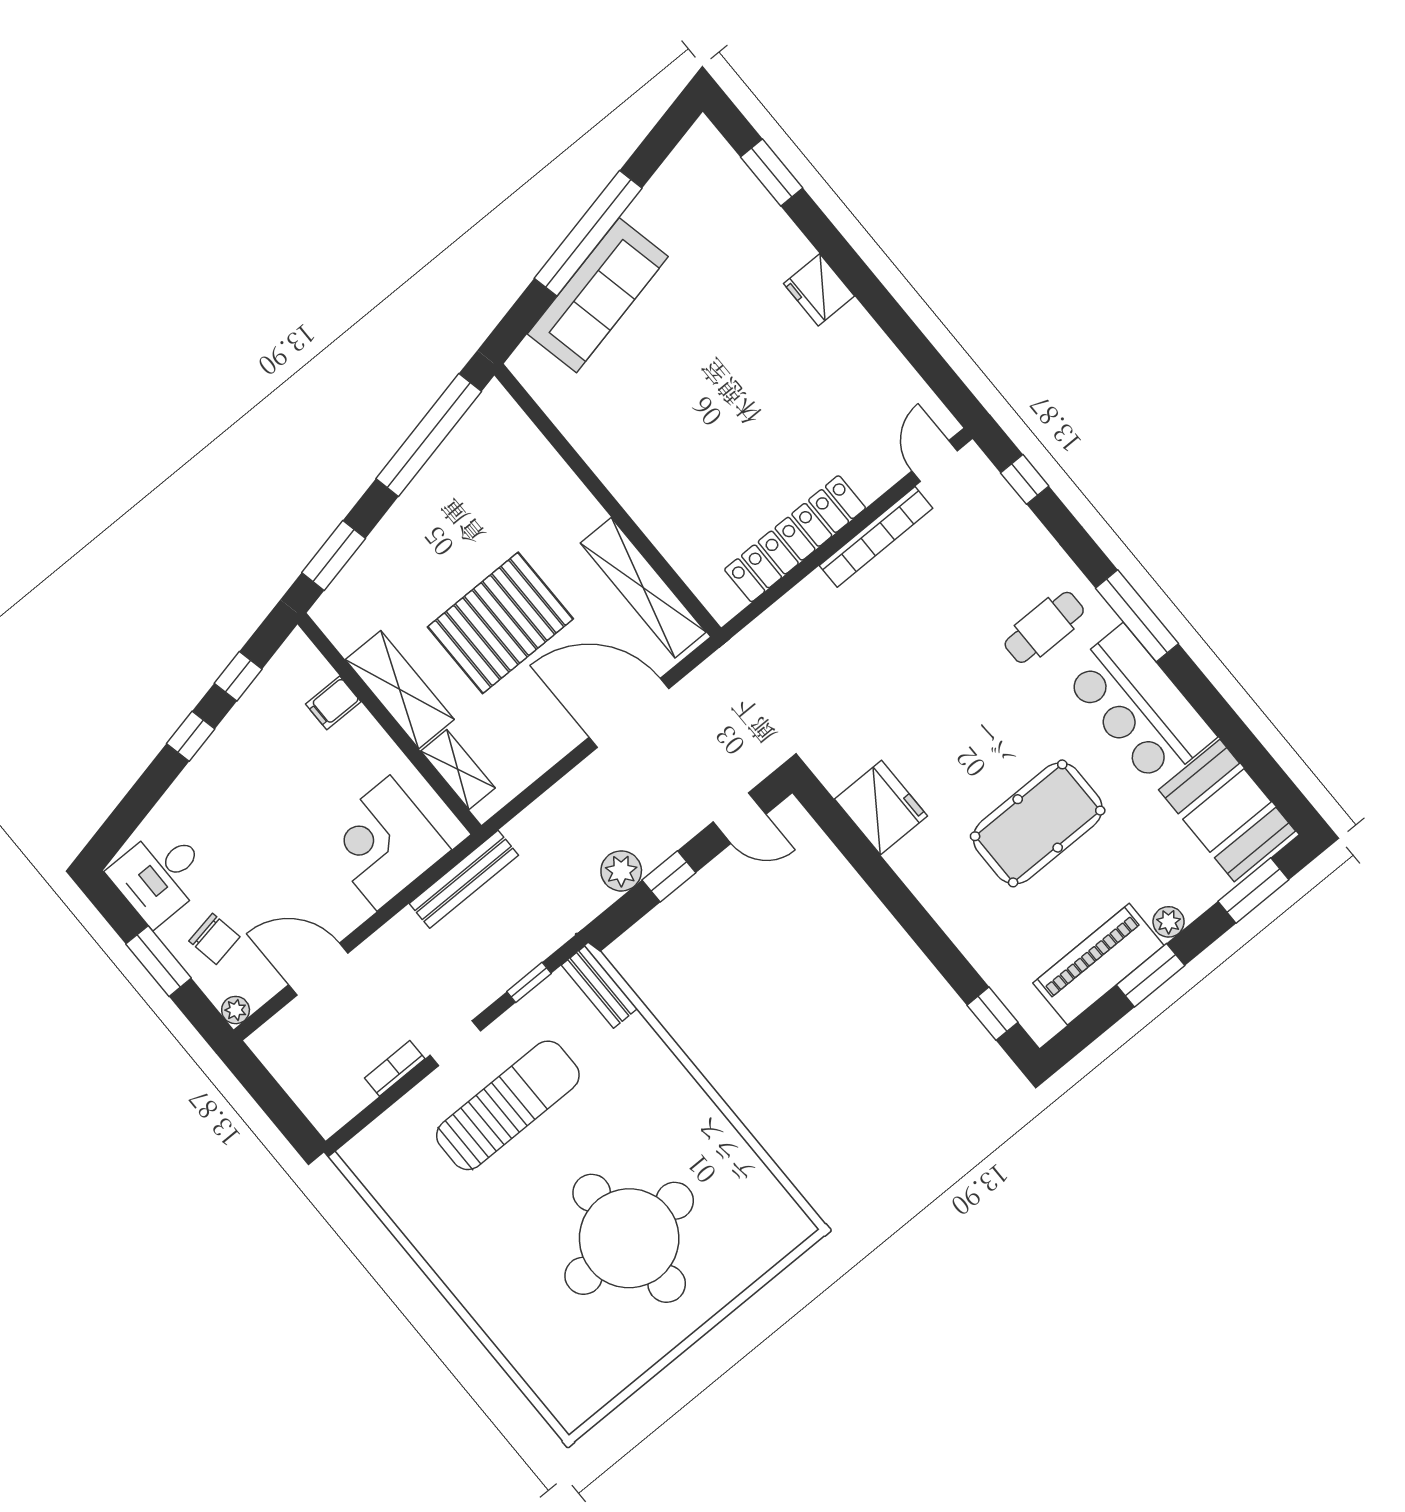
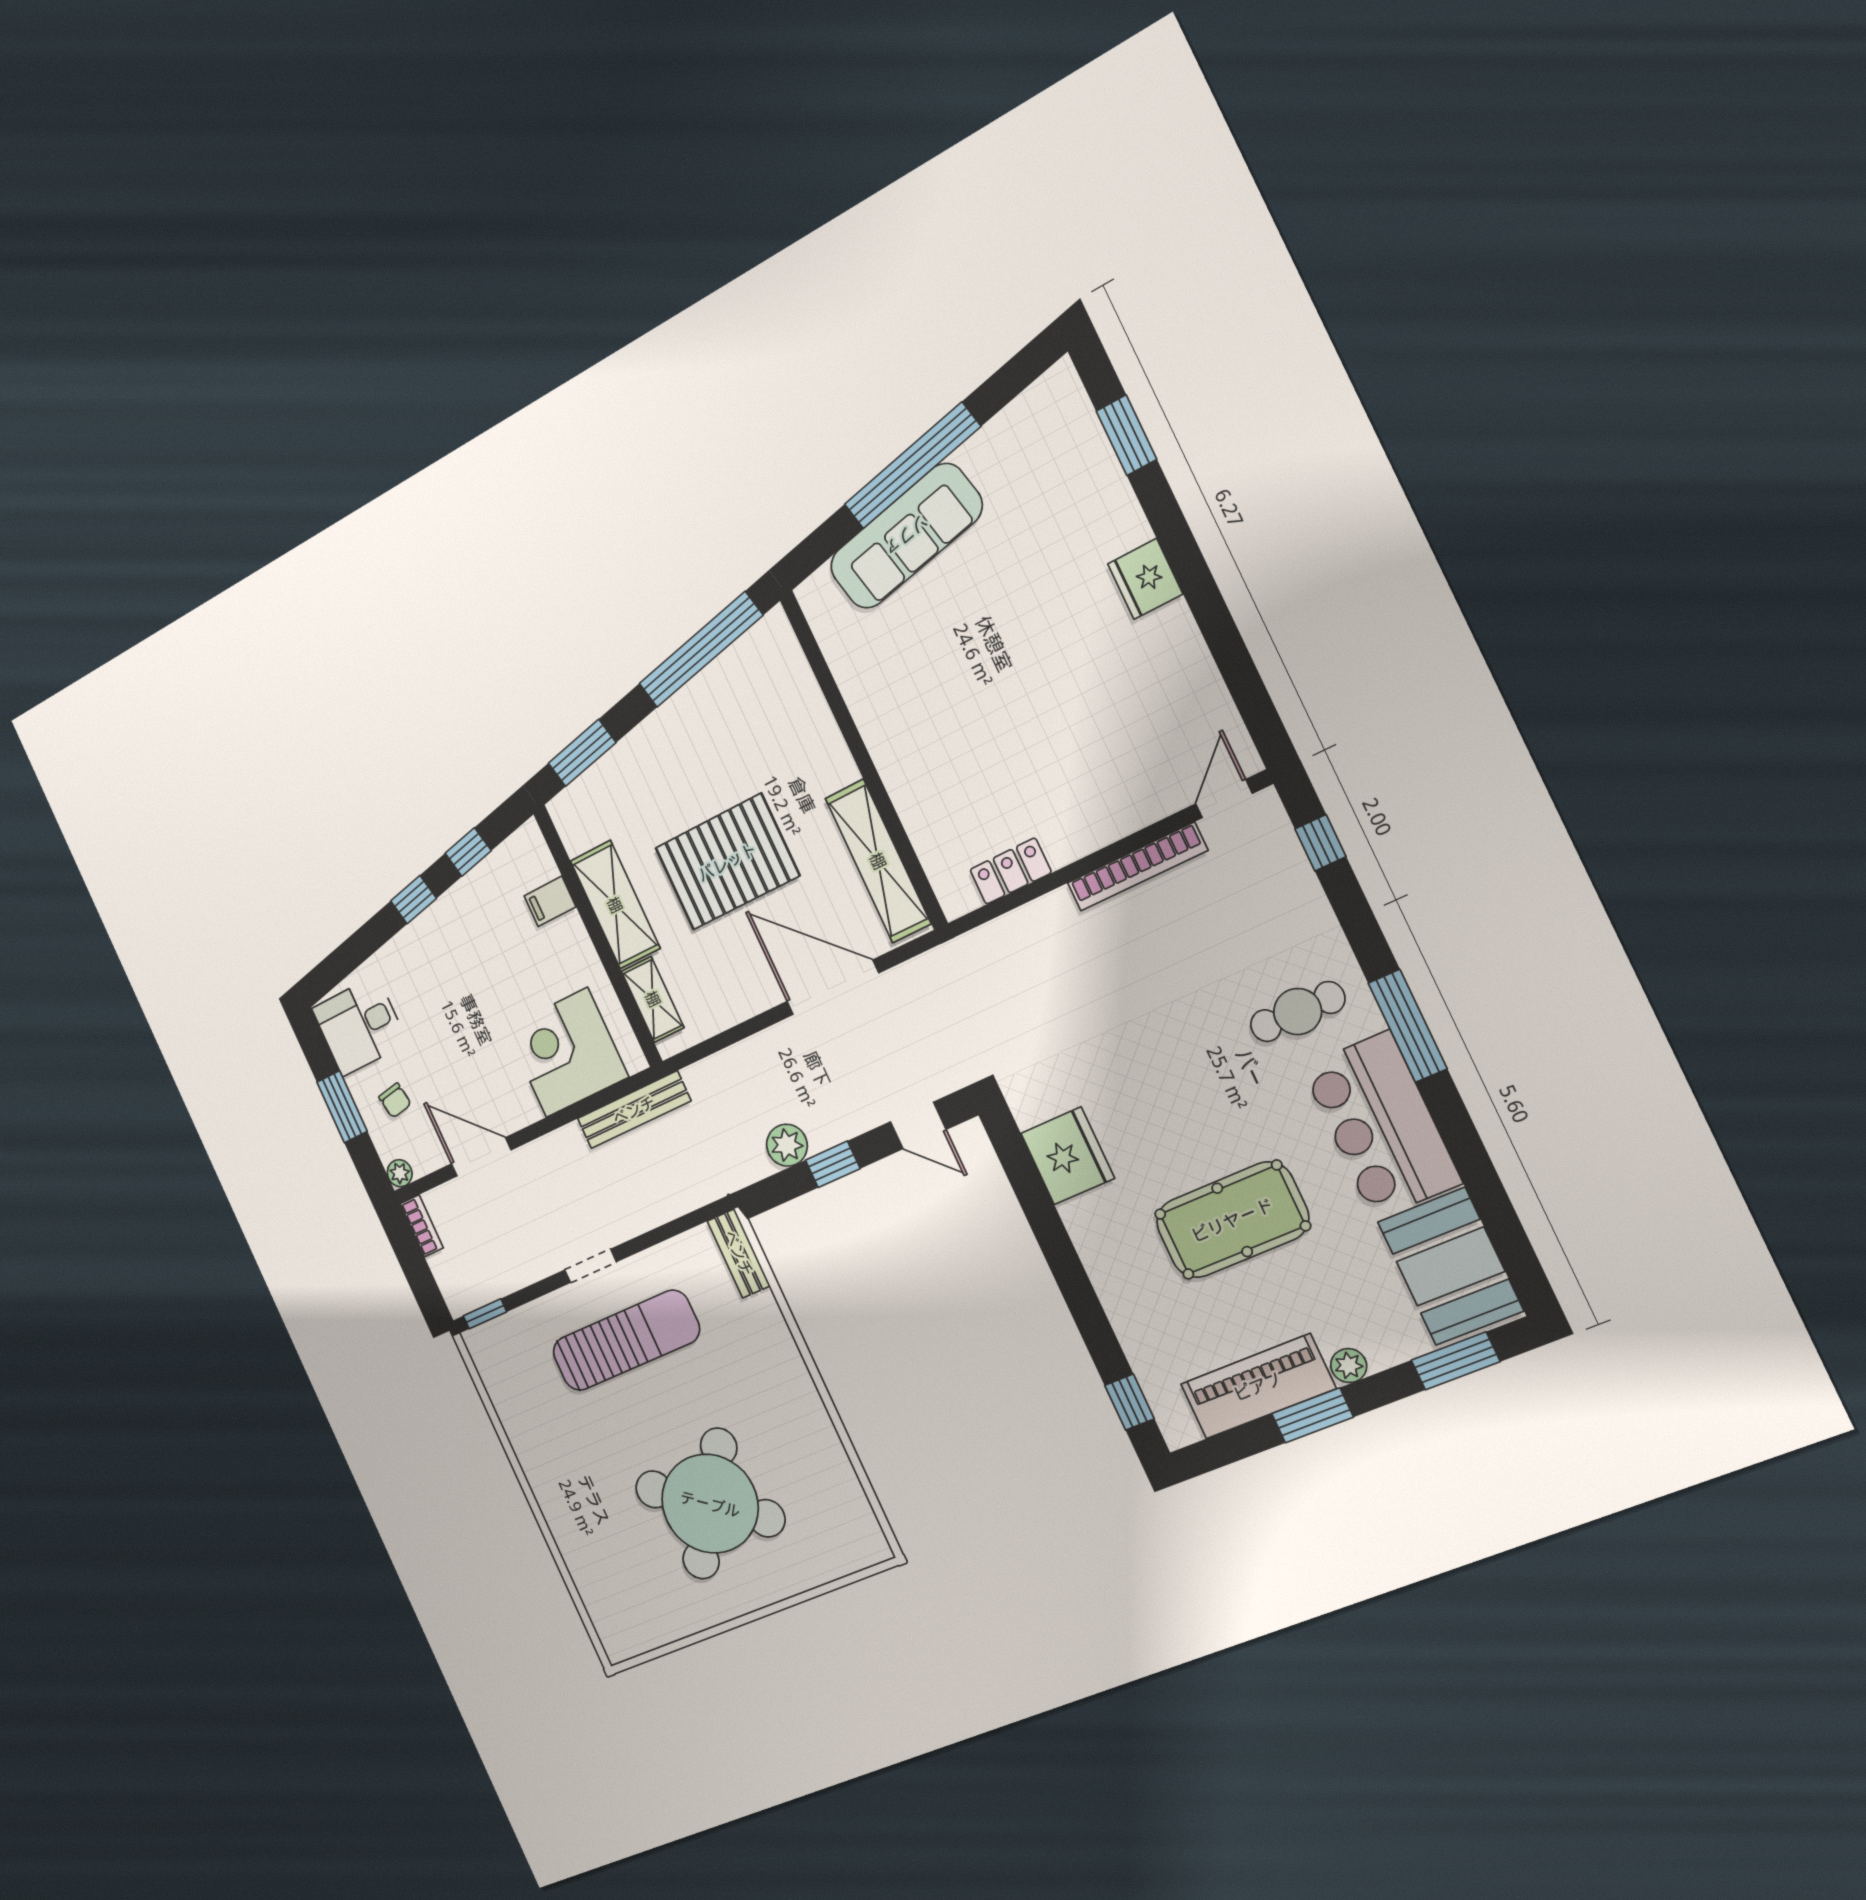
locker: (795, 539) -> (1011, 871), width x0.46, depth x0.83
chair: (214, 939) -> (395, 1100), width x0.73, depth x0.73
window: (529, 982) -> (485, 1314), moved
bookcase: (395, 1068) -> (422, 1226), moved, turned 90
round table: (629, 1238) -> (710, 1504), turned 35

